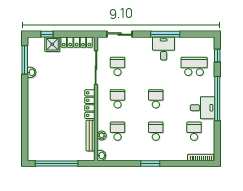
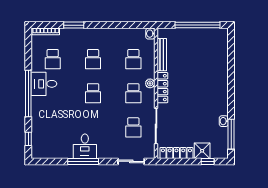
school desk: (194, 66) -> (53, 127), removed
plant: (102, 136) -> (150, 83), moved
window: (150, 164) -> (74, 25), moved

